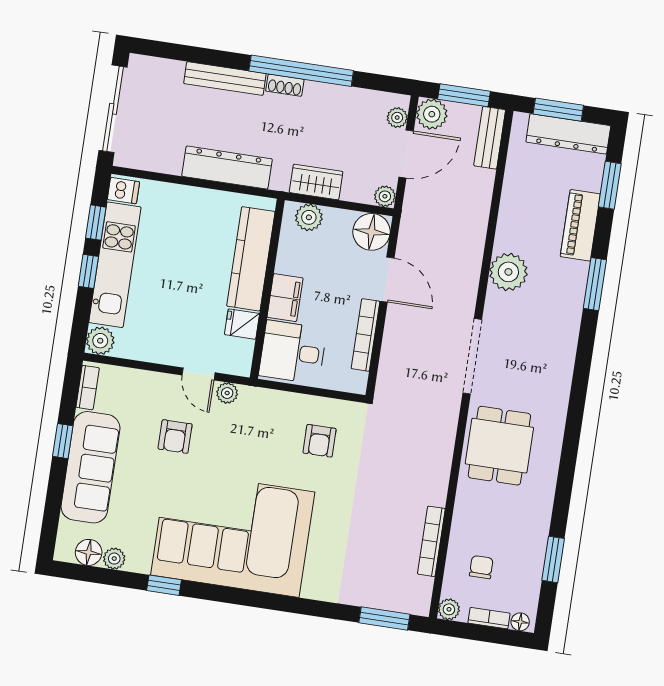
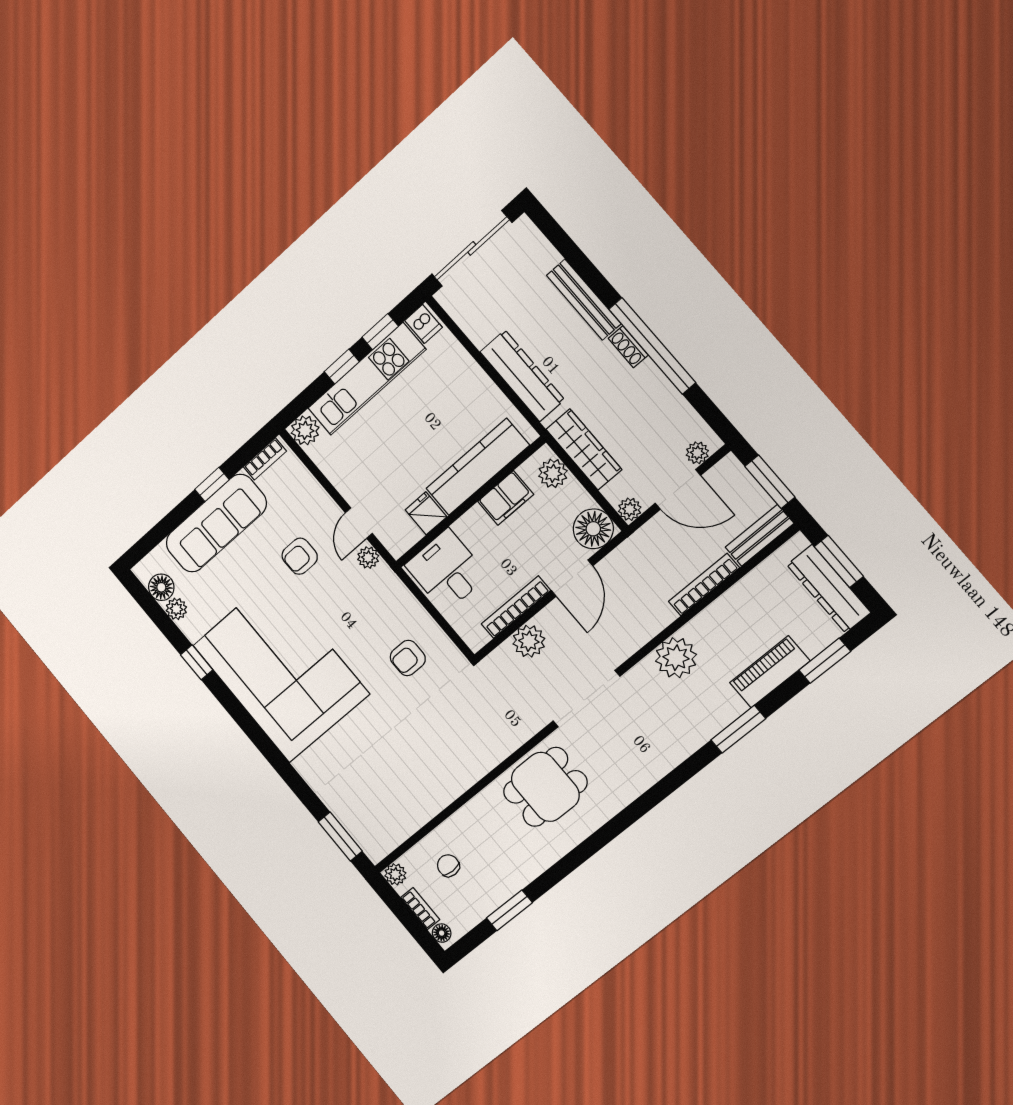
plant: (432, 114) -> (529, 641), moved
wardrobe: (316, 182) -> (584, 449), width x1.50
filing cabinet: (285, 298) -> (506, 498), moved
bookcase: (431, 541) -> (704, 585), moved
chair: (481, 567) -> (448, 866), turned -90

